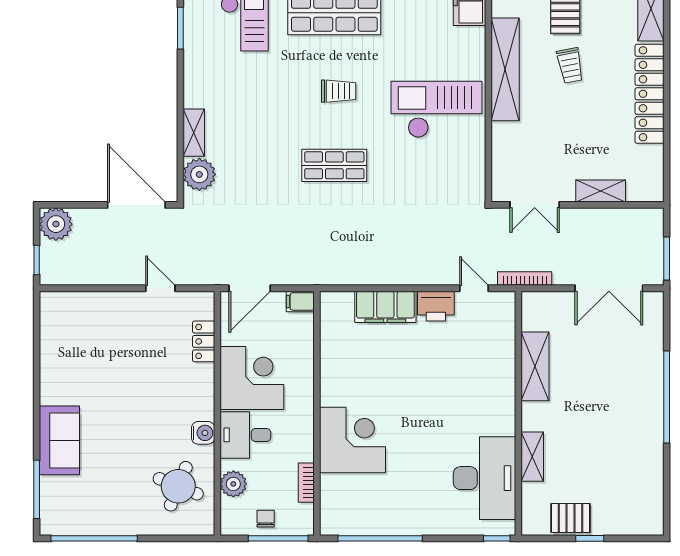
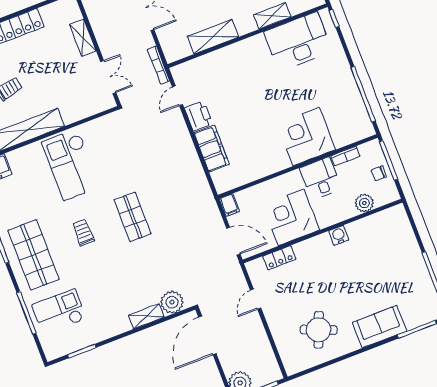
desk: (245, 435) -> (321, 178), moved, turned 180
round table: (178, 486) -> (319, 330), moved

